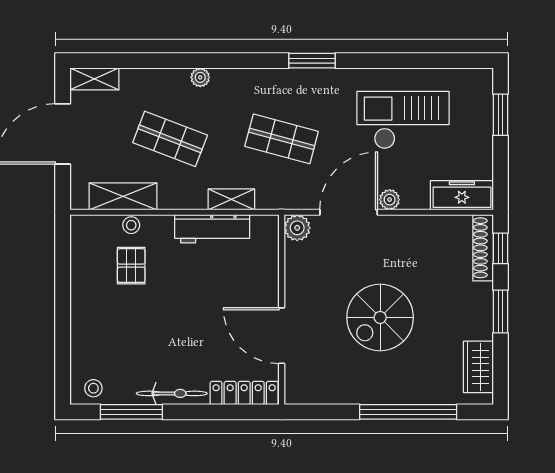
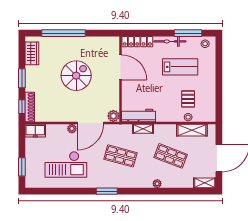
freezer: (462, 195) -> (35, 131), width x0.71
workbench: (212, 229) -> (138, 116), moved
lab bench: (149, 337) -> (180, 67), added

